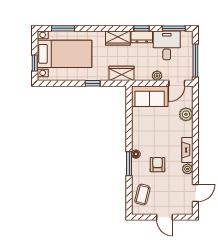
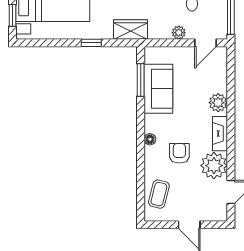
sofa: (150, 96) -> (158, 89), moved, turned -90
plant: (186, 114) -> (218, 103), moved
window: (129, 164) -> (141, 80), moved
plant: (188, 169) -> (214, 166), width x1.88, depth x1.88

